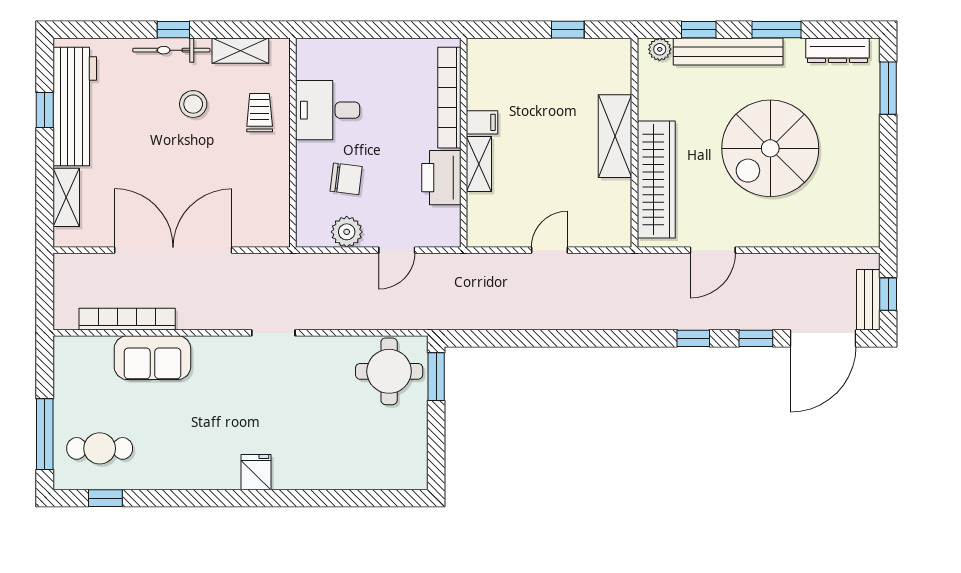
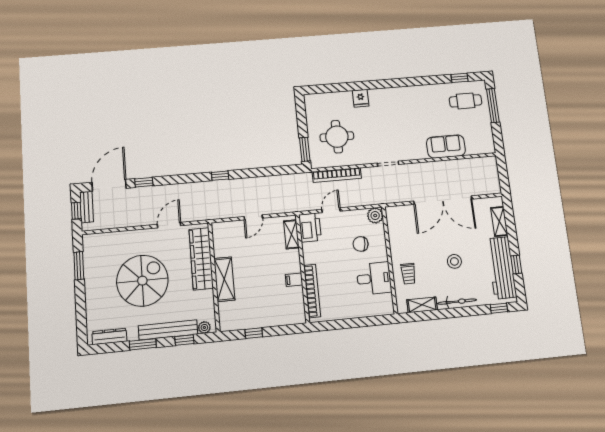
window: (173, 30) -> (499, 308), moved
window: (888, 88) -> (79, 266), moved
stool: (193, 104) -> (454, 261), moved
shelving: (479, 164) -> (291, 234), moved
printer: (441, 178) -> (310, 227), moved
plant: (347, 232) -> (375, 216), moved
bookcase: (127, 319) -> (337, 175), moved
window: (693, 338) -> (220, 176), moved
round table: (389, 371) -> (337, 137), moved
fridge: (256, 472) -> (361, 98), moved

